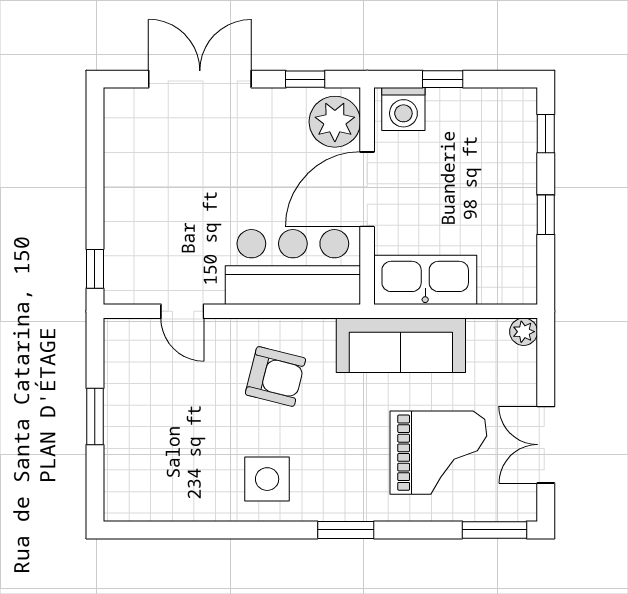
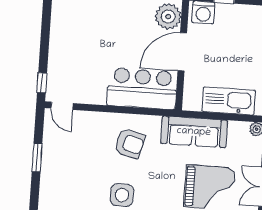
kitchen sink: (425, 280) -> (229, 101), moved
door: (182, 311) -> (62, 106), moved

